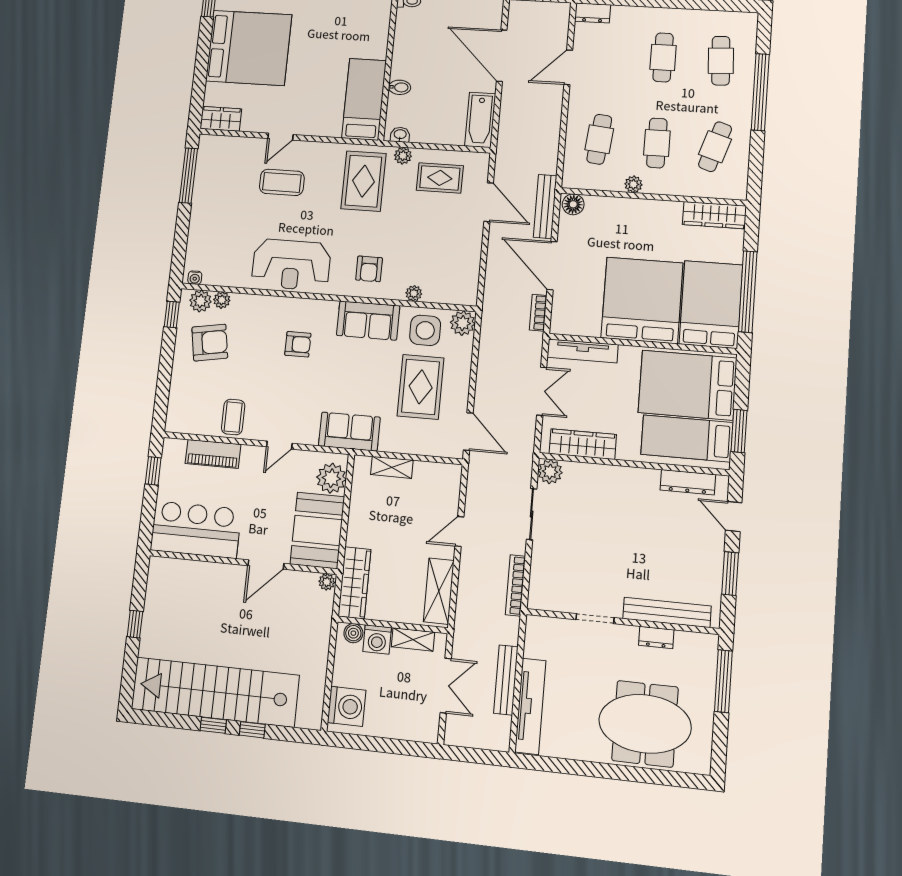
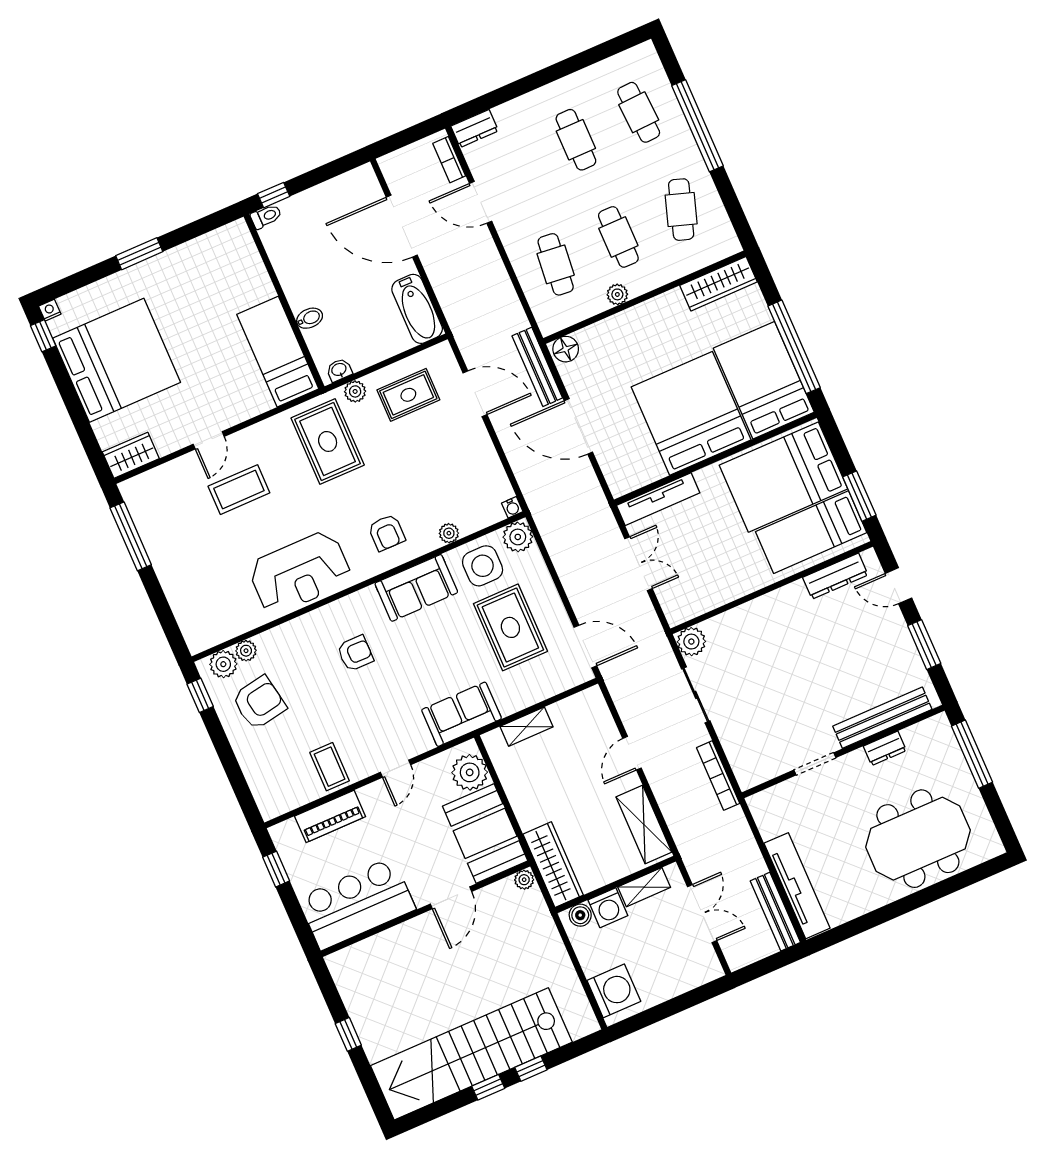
door: (568, 67) -> (481, 202), hinge flipped
water cooler: (195, 278) -> (512, 507), moved
bookcase: (538, 313) -> (449, 160), moved
wardrobe: (583, 444) -> (709, 595), removed
bench: (506, 680) -> (775, 912), moved

